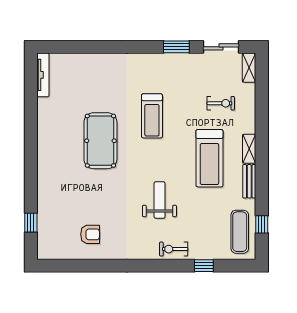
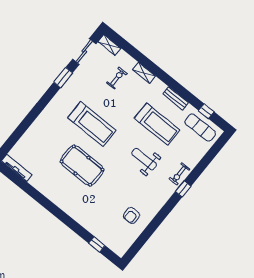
treadmill: (152, 116) -> (92, 124), width x1.37, depth x1.38
shelving: (249, 149) -> (144, 73), moved
treadmill: (209, 158) -> (157, 124), moved
armchair: (90, 234) -> (132, 216), turned 180
window: (204, 266) -> (183, 189), moved

